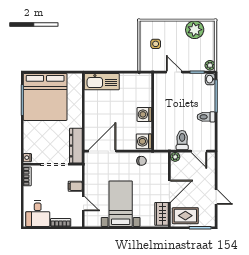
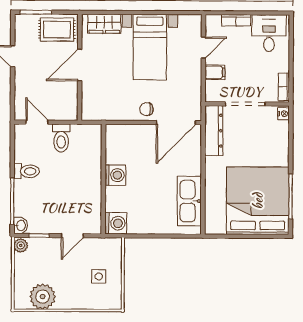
door: (174, 72) -> (72, 236), hinge flipped
kitchen sink: (102, 82) -> (189, 201), moved, turned -90
washing machine: (144, 141) -> (116, 223), moved
plant: (175, 157) -> (71, 114), removed
chair: (142, 161) -> (147, 109), moved
door: (83, 203) -> (203, 48), swing flipped
wardrobe: (162, 214) -> (104, 24), moved, turned 90

